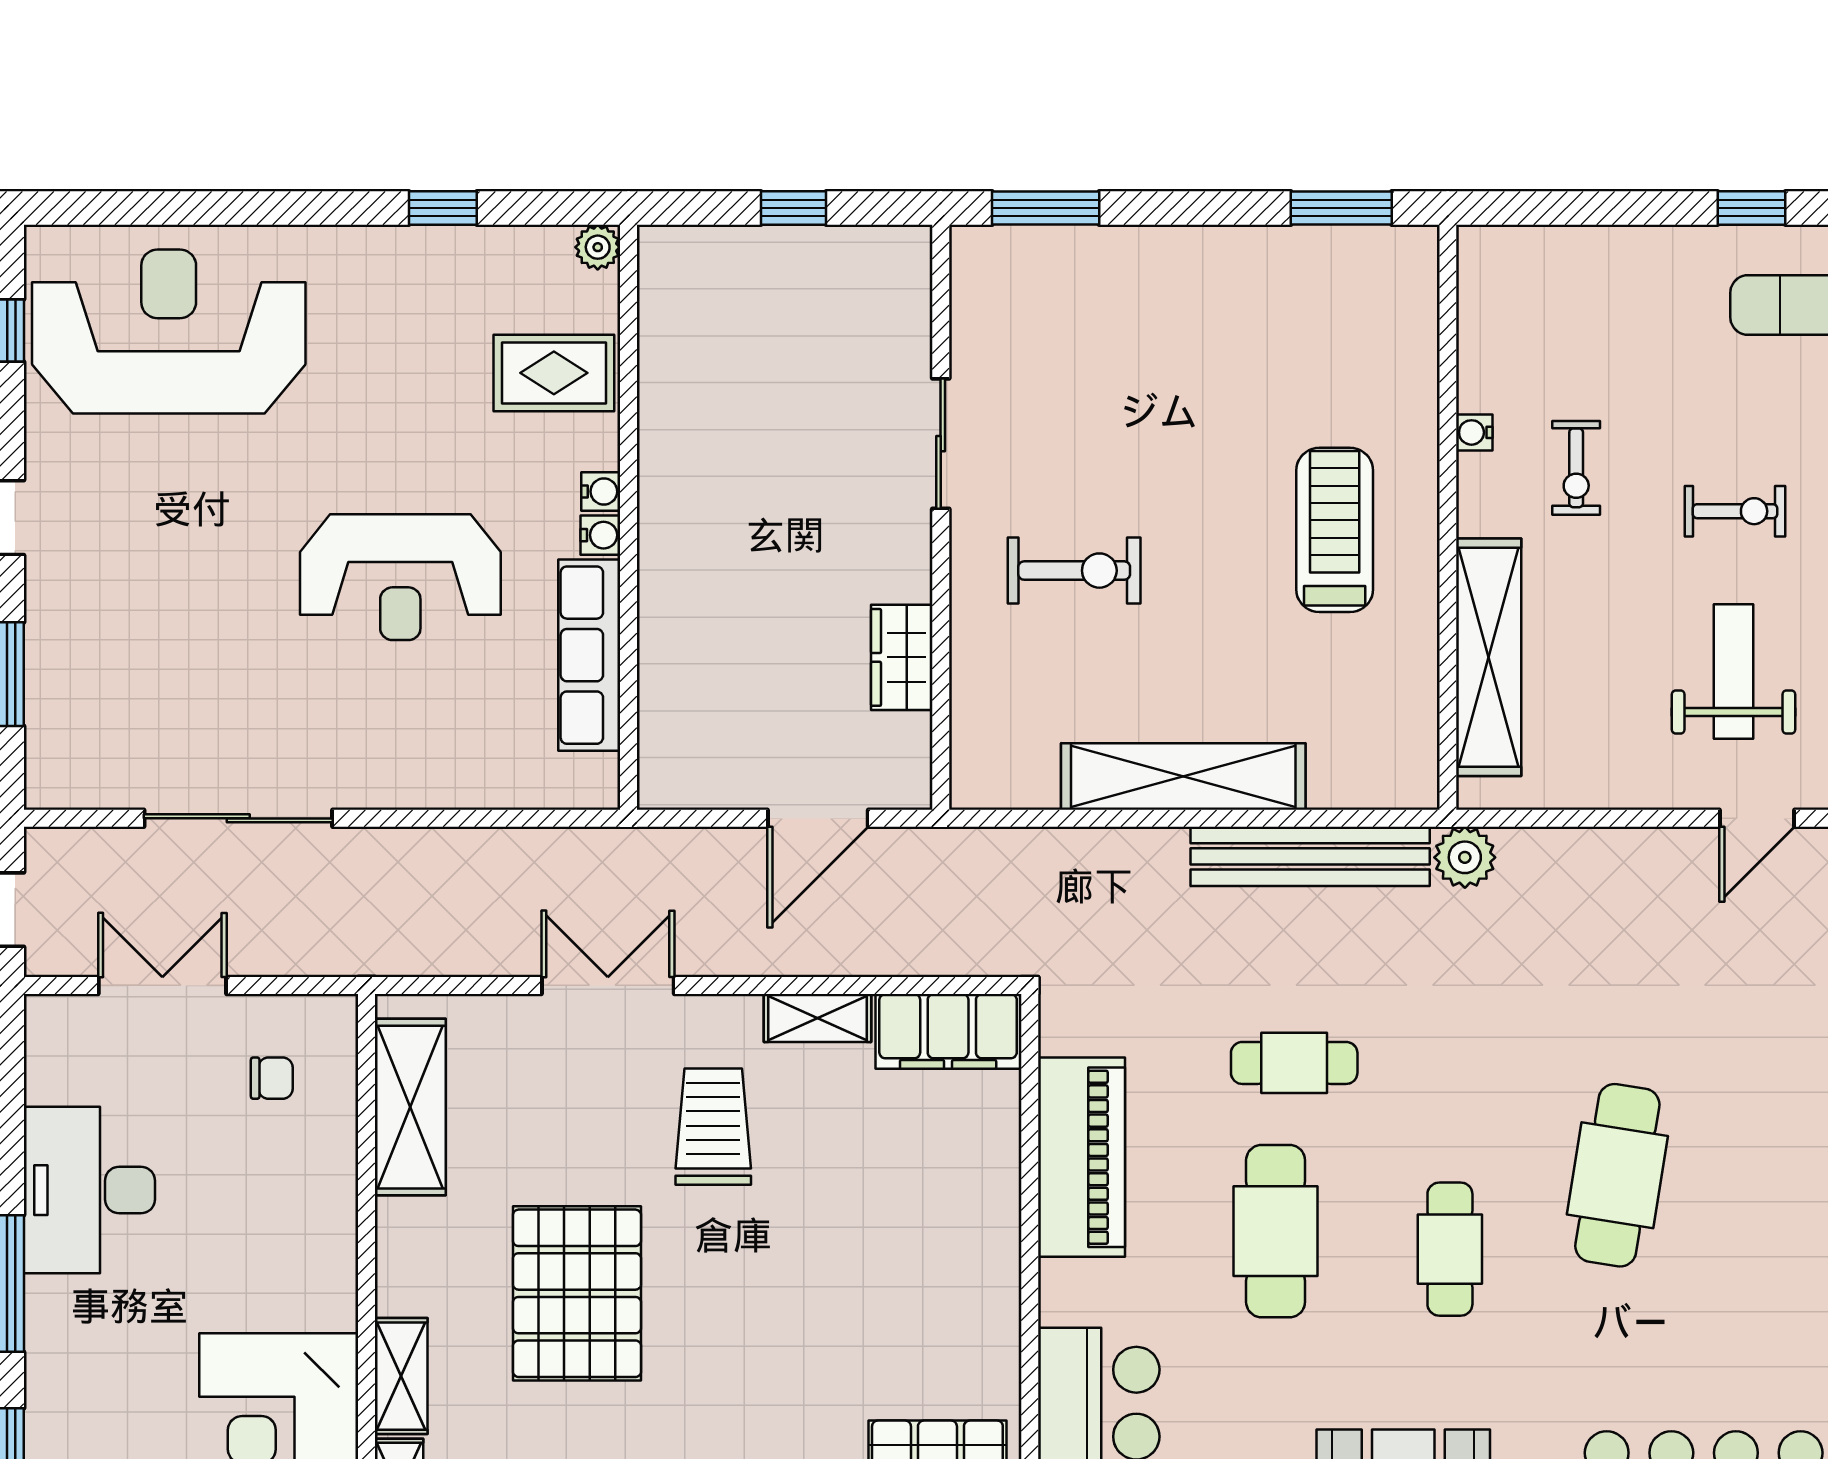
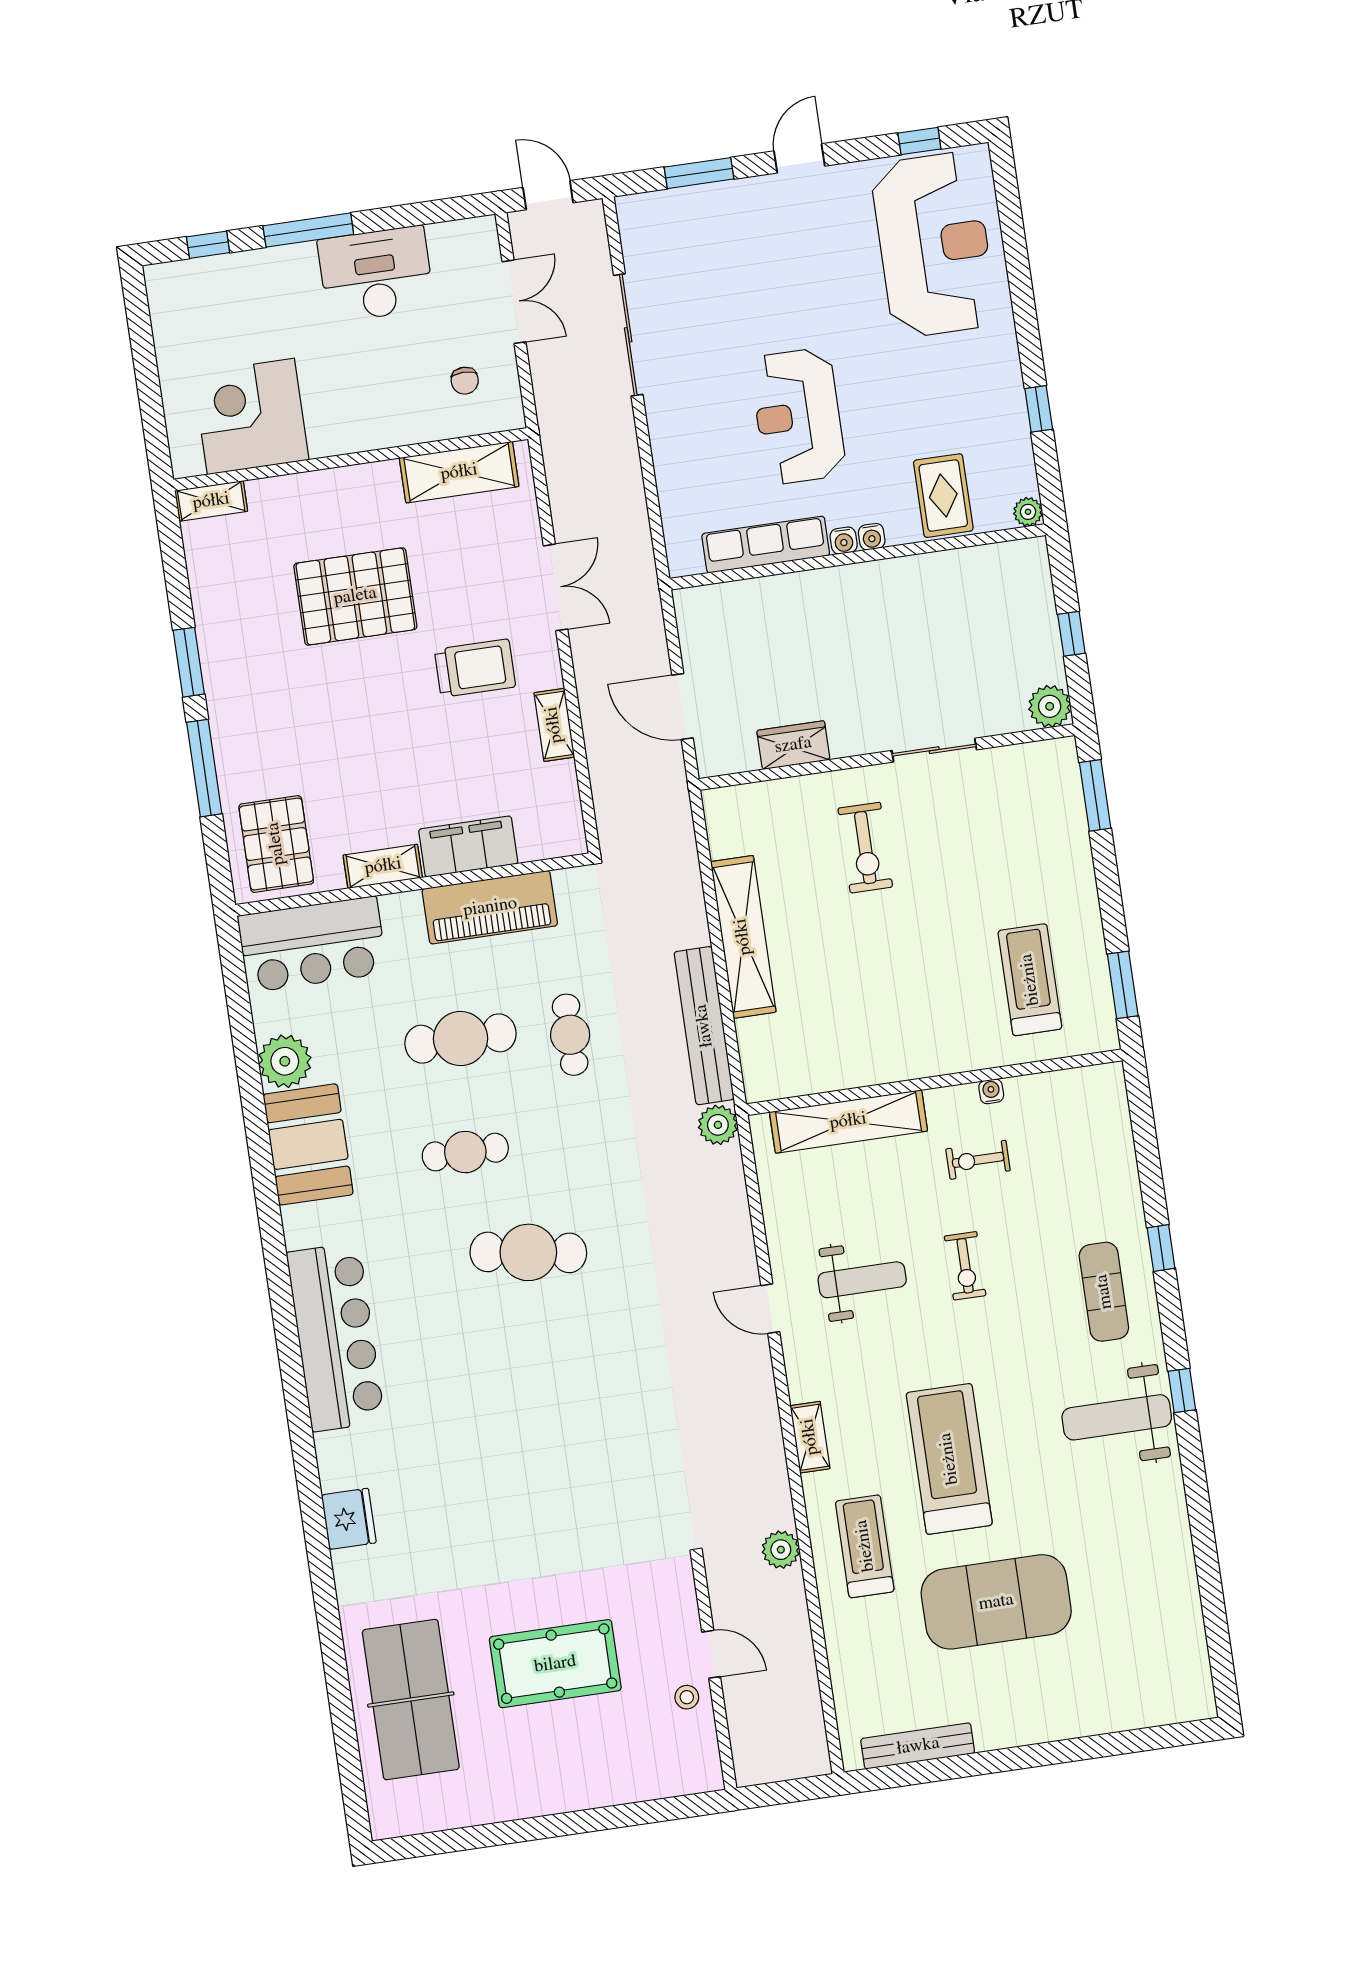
plant: (900, 257) -> (1050, 706), added
treadmill: (1335, 530) -> (1030, 980), moved, turned -90
filing cabinet: (948, 1031) -> (468, 846), moved, turned 90
shelving: (401, 1376) -> (383, 866), moved

